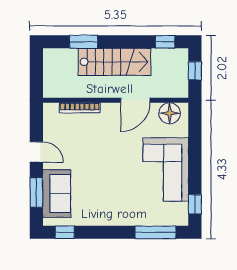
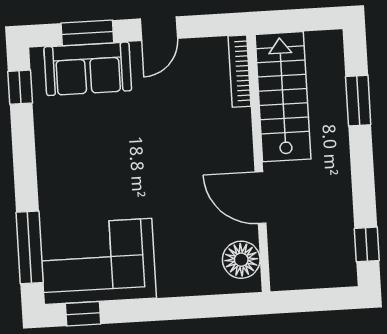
stairs: (114, 62) -> (283, 97), moved, turned 180
window: (195, 71) -> (319, 300), removed
bookcase: (80, 108) -> (240, 71), moved
corner sofa: (166, 169) -> (98, 261), moved

